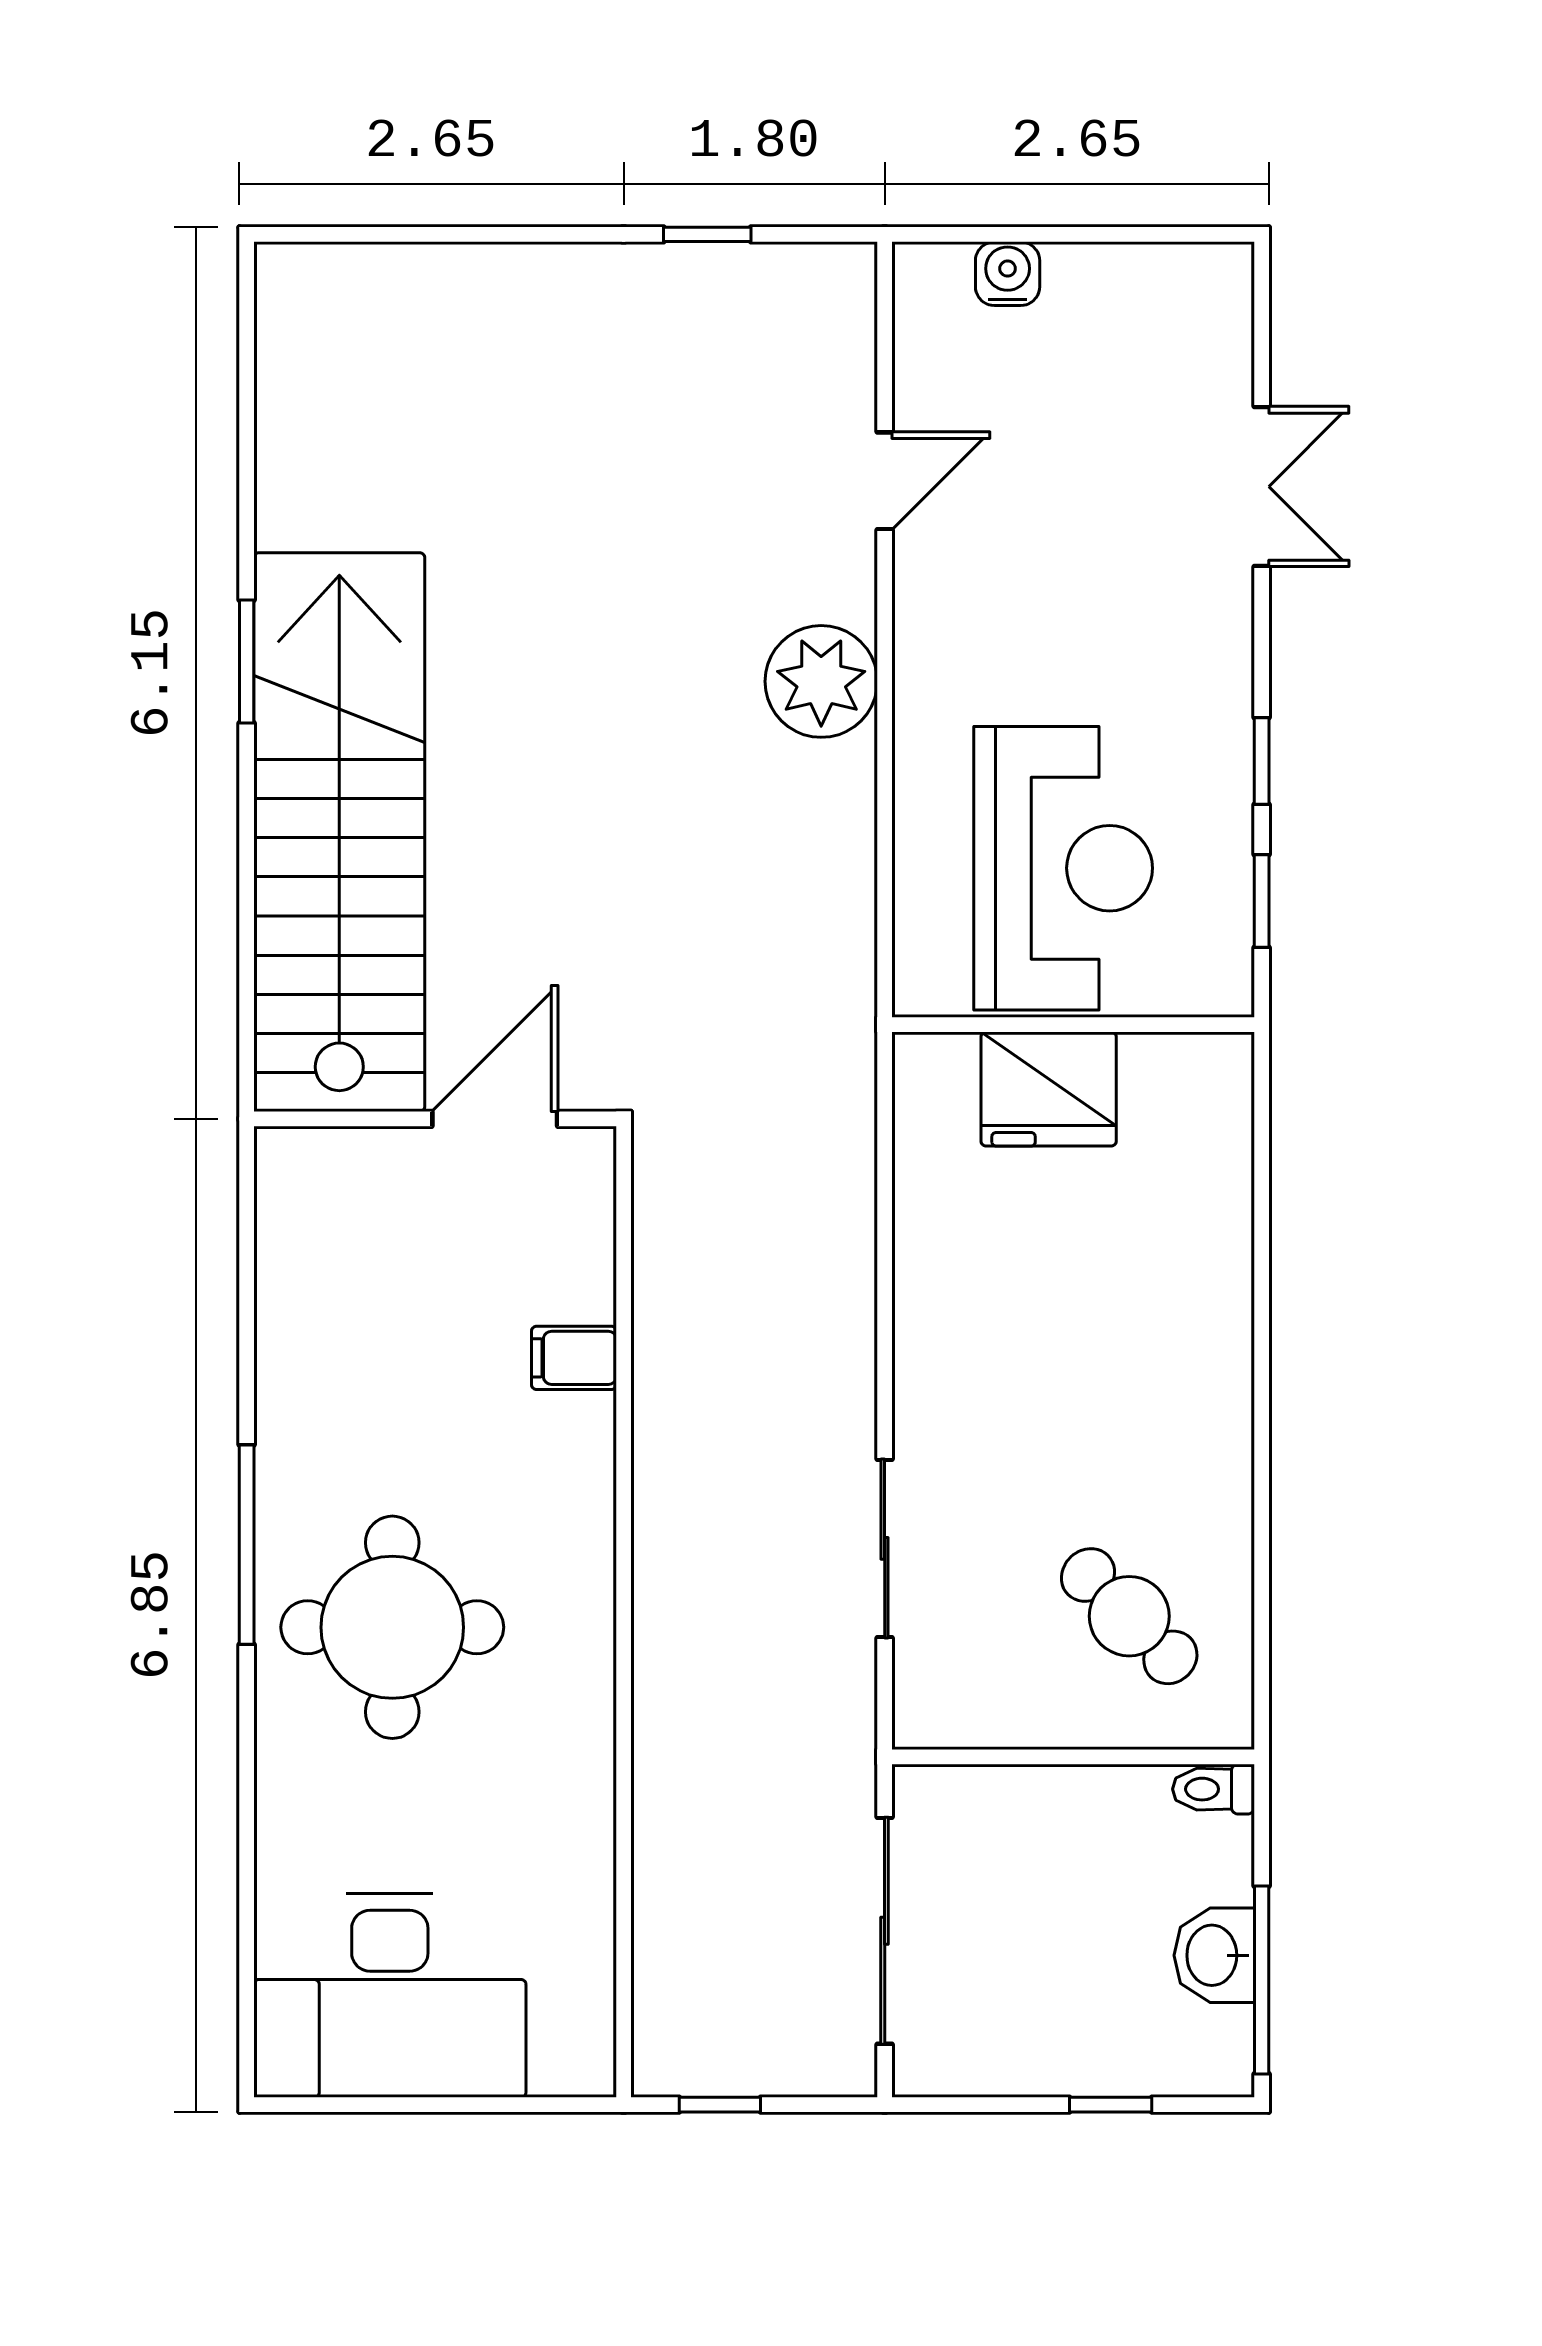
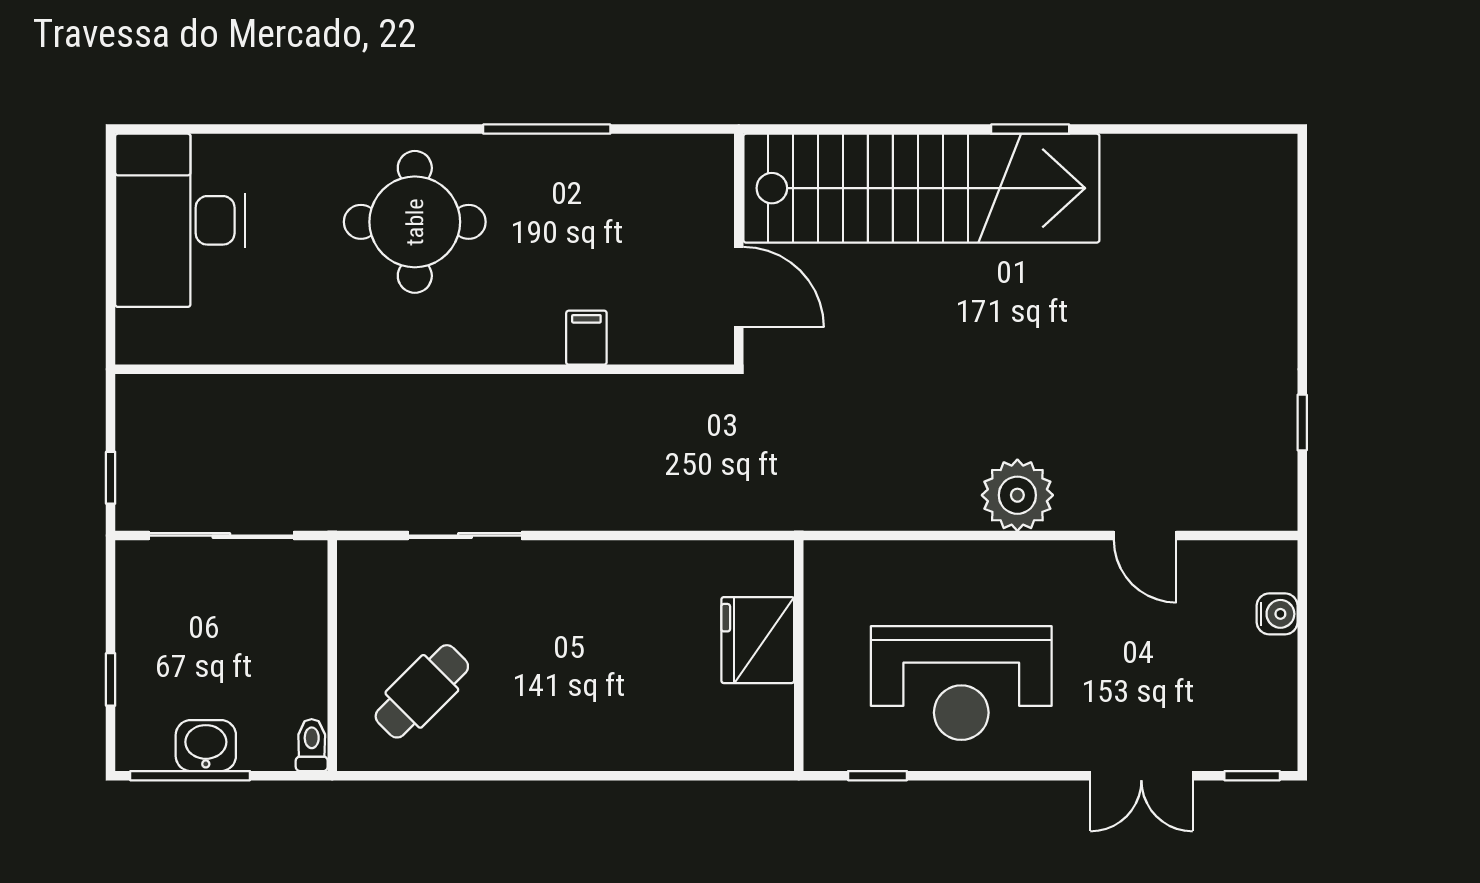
window: (1262, 761) -> (1252, 776), moved
reception desk: (1063, 868) -> (961, 683), moved
window: (247, 1545) -> (547, 129), moved
window: (720, 2105) -> (111, 478), moved

